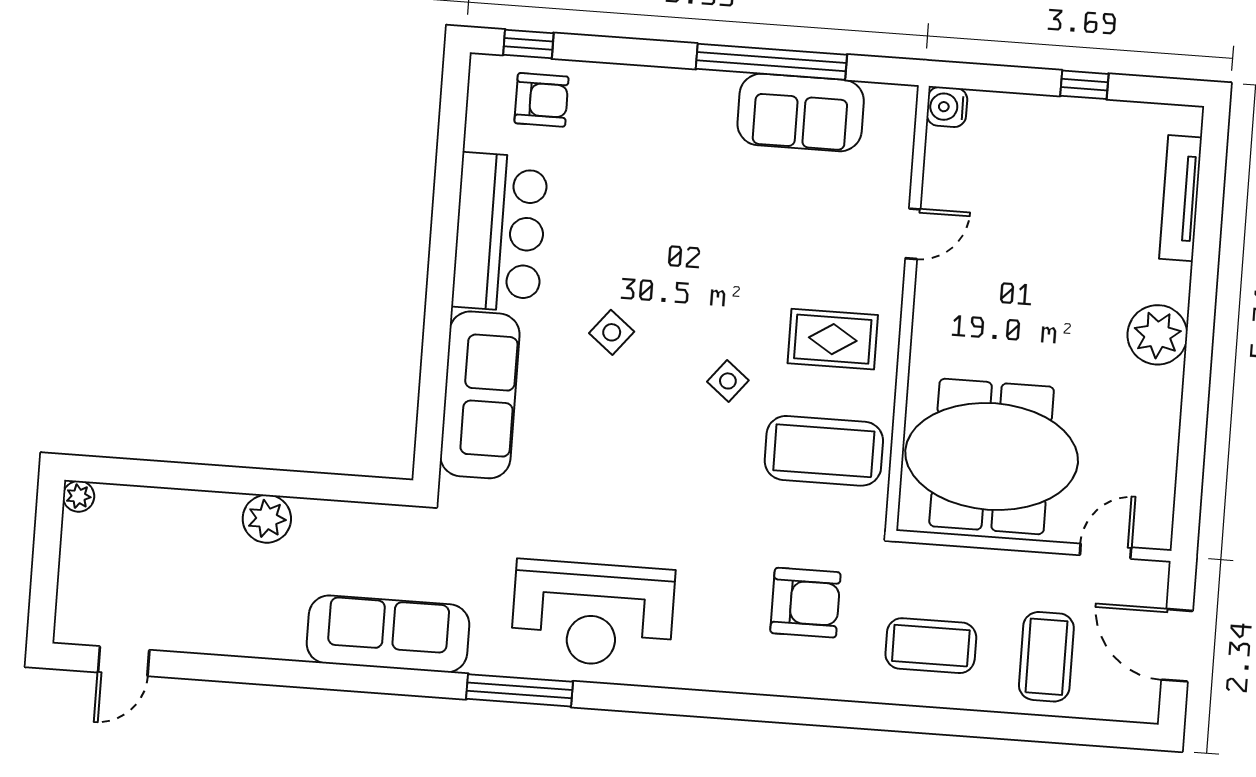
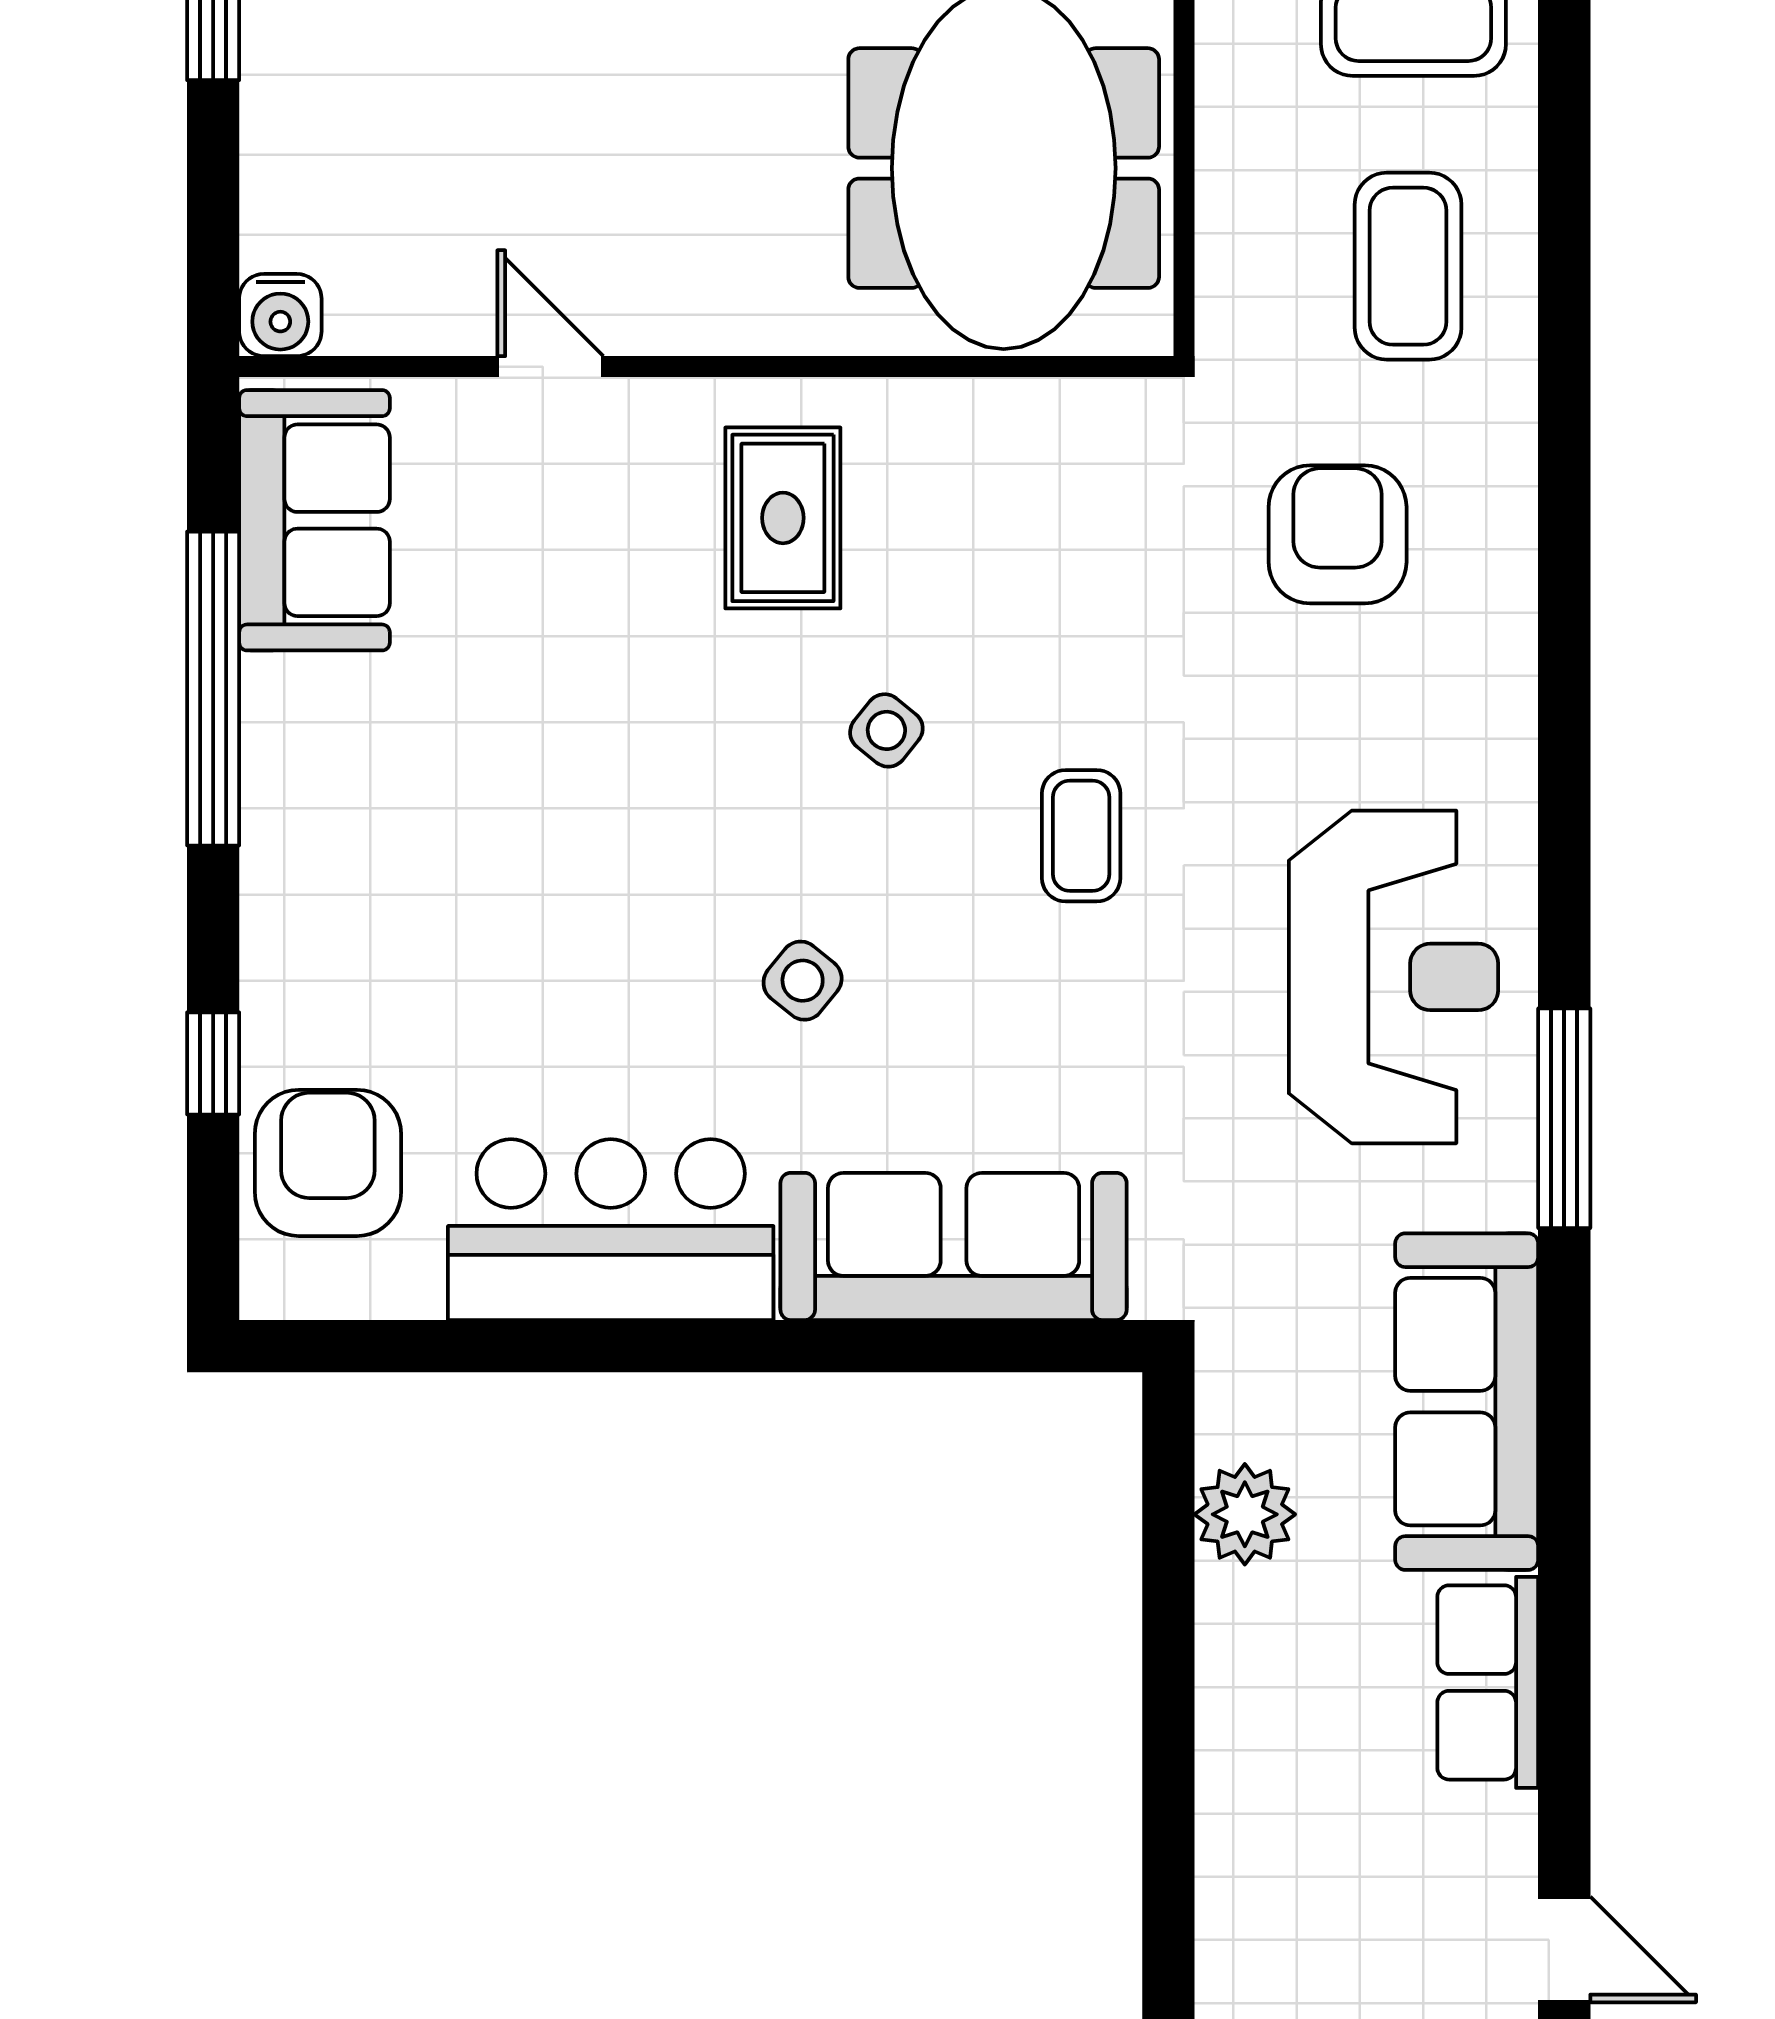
window: (528, 44) -> (213, 1063), moved
armchair: (541, 100) -> (328, 1163), width x1.38, depth x1.38
sofa: (801, 112) -> (314, 520), moved
coffee table: (824, 451) -> (1081, 836), moved, width x0.54, depth x0.58
plant: (267, 519) -> (1245, 1514), moved
row of seats: (254, 634) -> (1488, 1682), added

